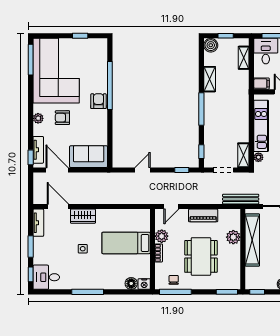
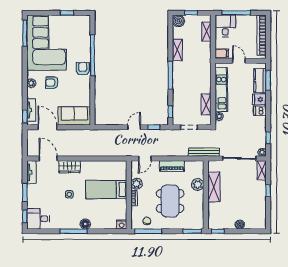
shelving: (243, 155) -> (206, 104), moved
door: (142, 170) -> (134, 127), moved
shelving: (252, 240) -> (214, 187), width x0.68
floor lamp: (131, 283) -> (85, 224), moved

